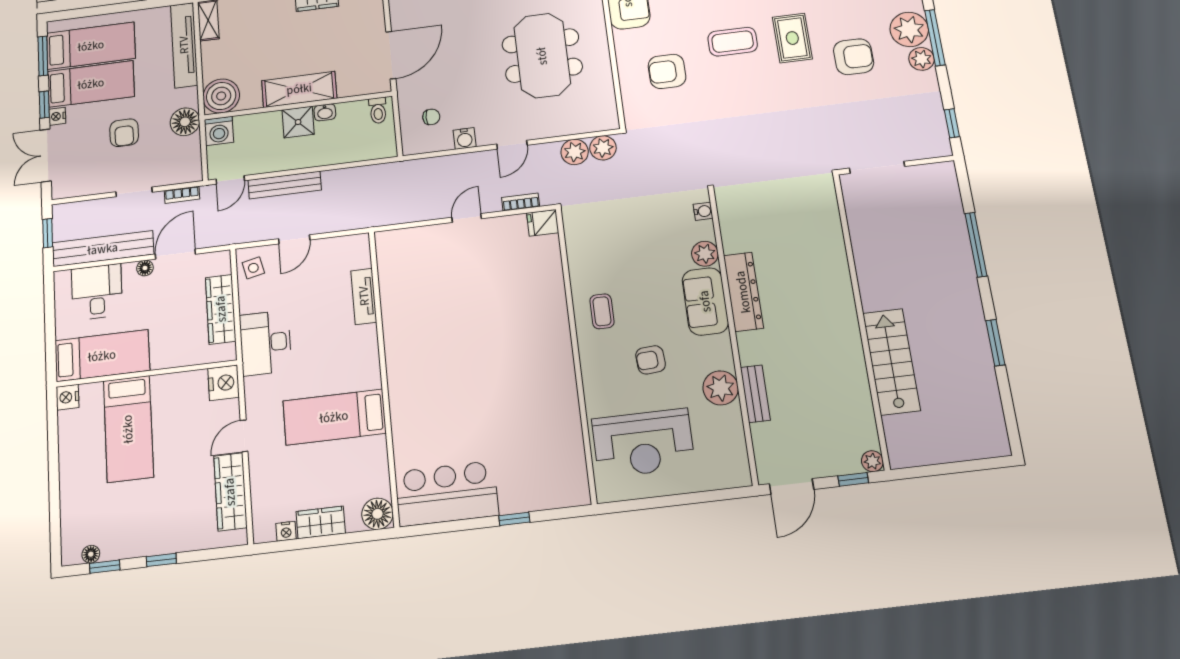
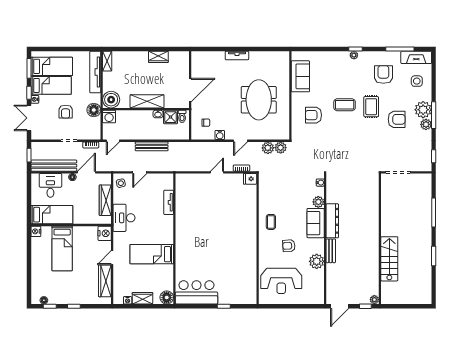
shower: (298, 122) -> (171, 117), moved
bench: (285, 185) -> (152, 146), moved
bench: (755, 394) -> (331, 251), moved

